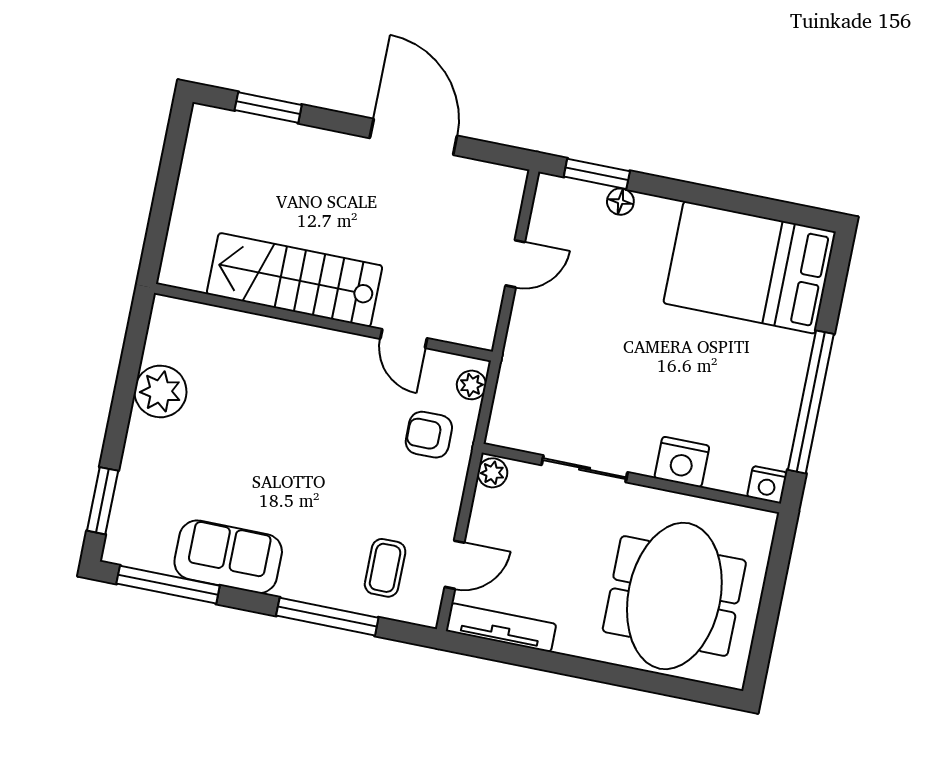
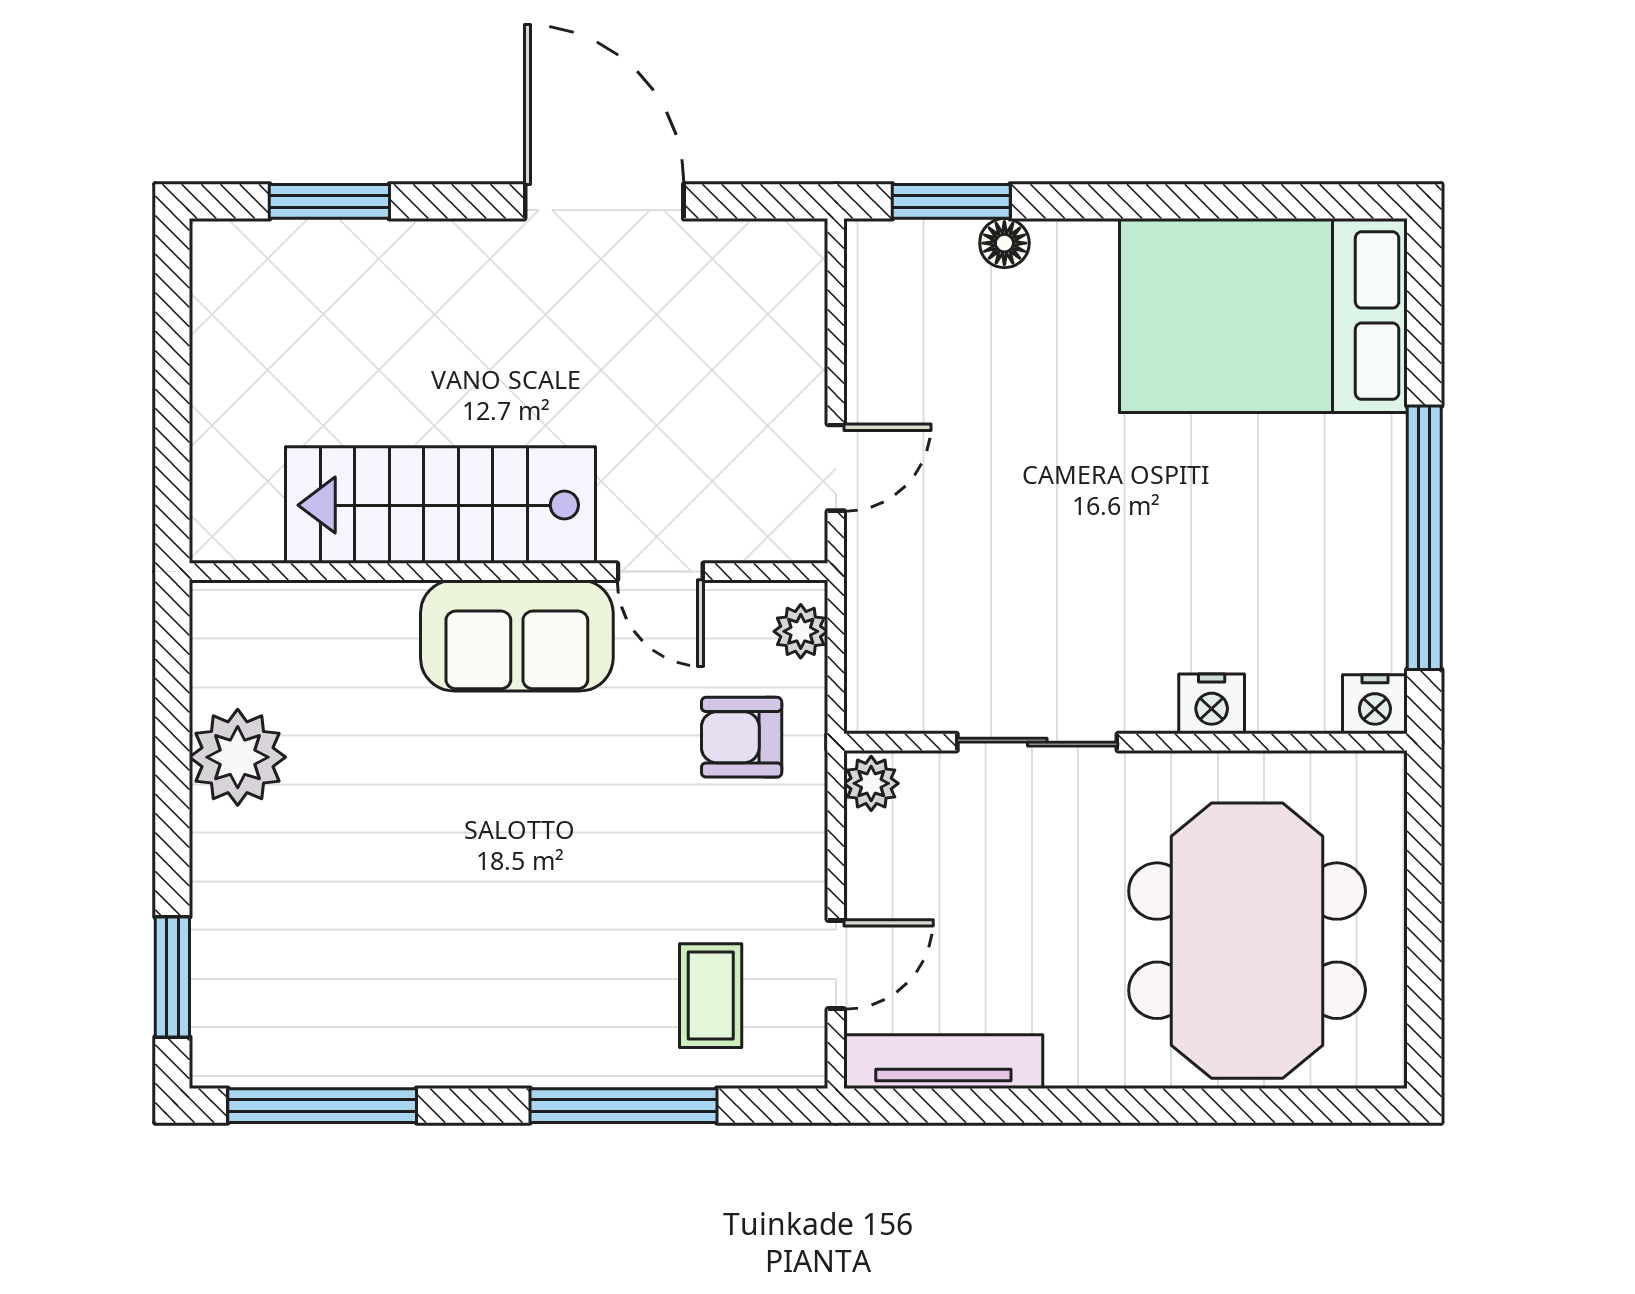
door: (515, 264) -> (836, 468), moved
nightstand: (682, 462) -> (1212, 704), width x0.74, depth x0.75
sofa: (228, 557) -> (517, 635), moved, turned 180

